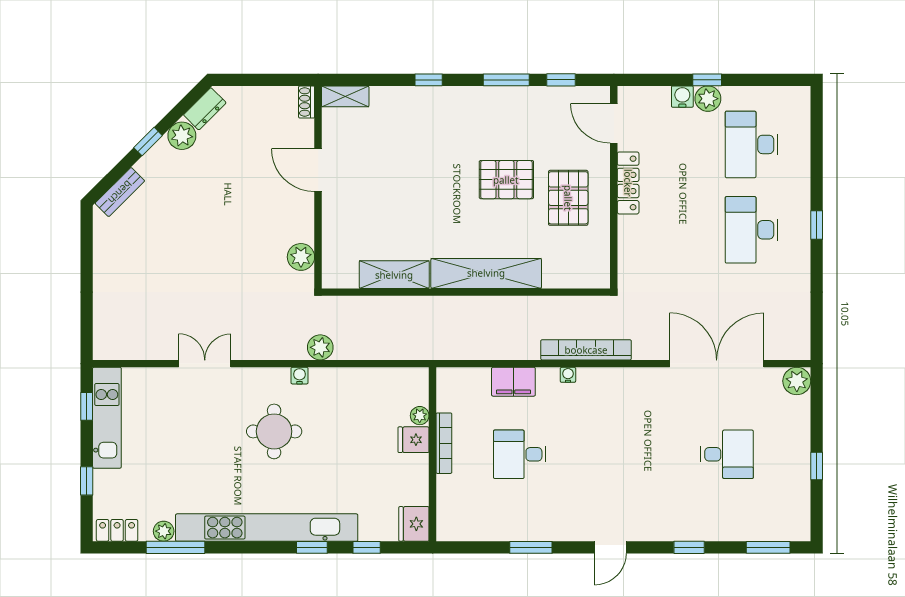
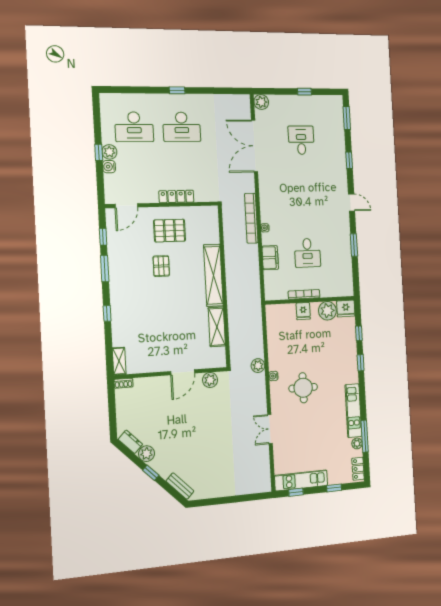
door: (318, 170) -> (183, 372), moved
pallet: (506, 180) -> (161, 266), width x0.67, depth x0.71
locker: (628, 183) -> (176, 196), moved
plant: (420, 416) -> (327, 311), moved, width x1.87, depth x1.87
kitchen unit: (267, 528) -> (353, 411), width x0.54

